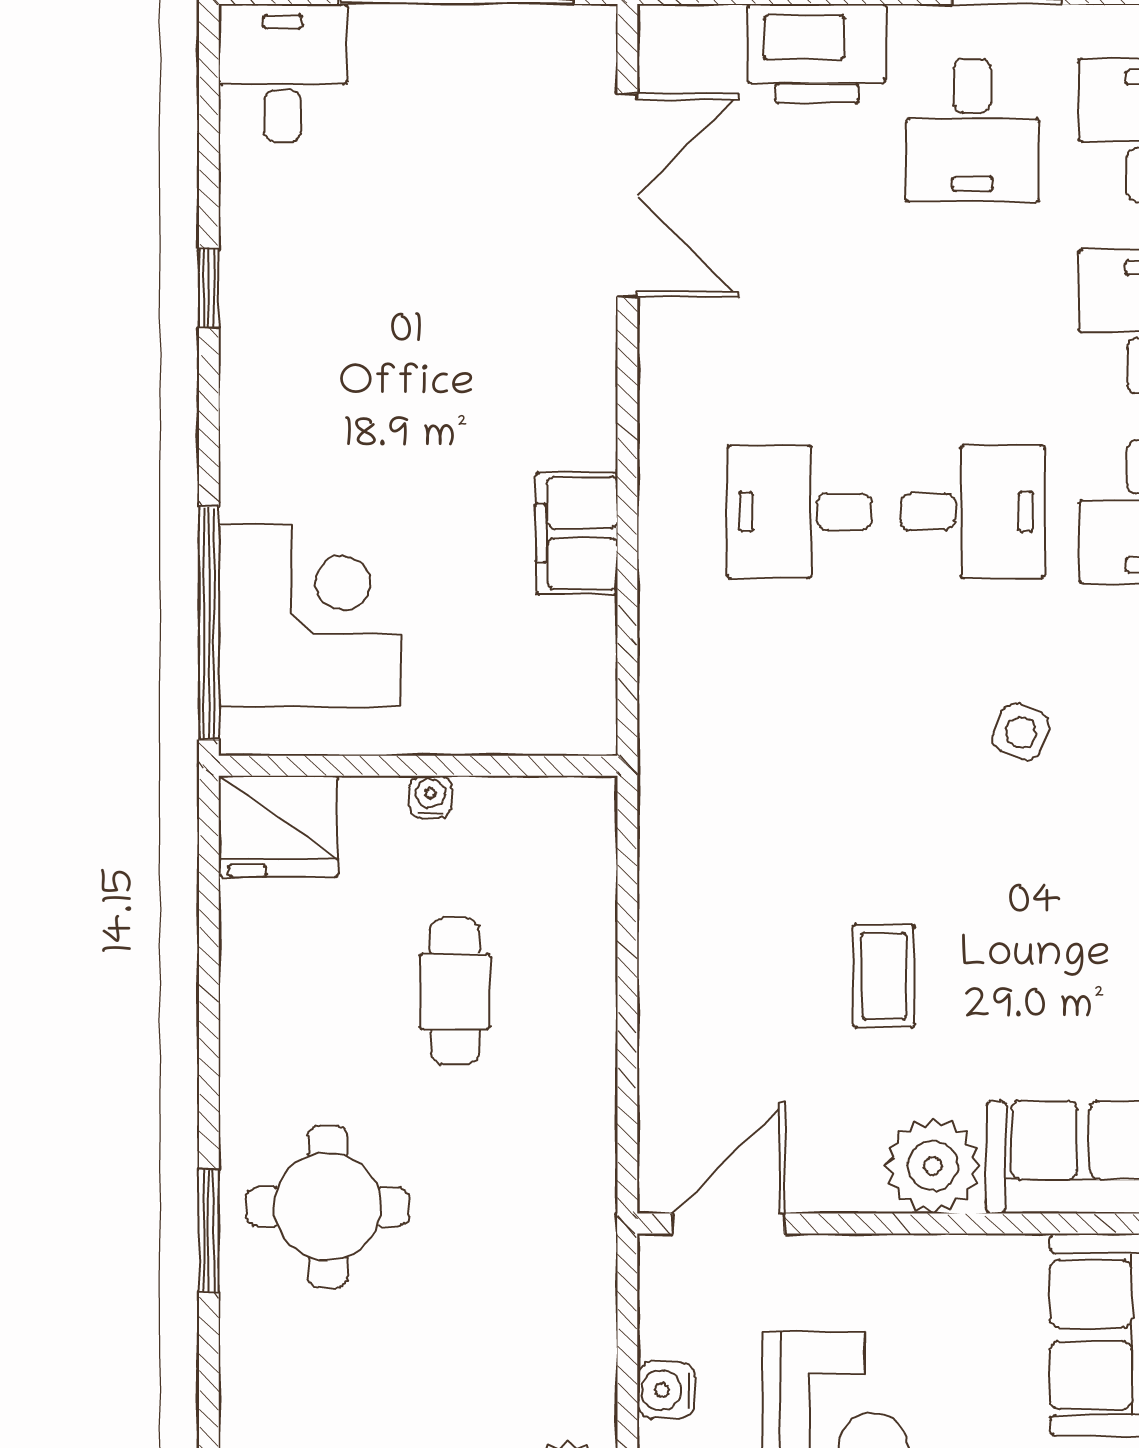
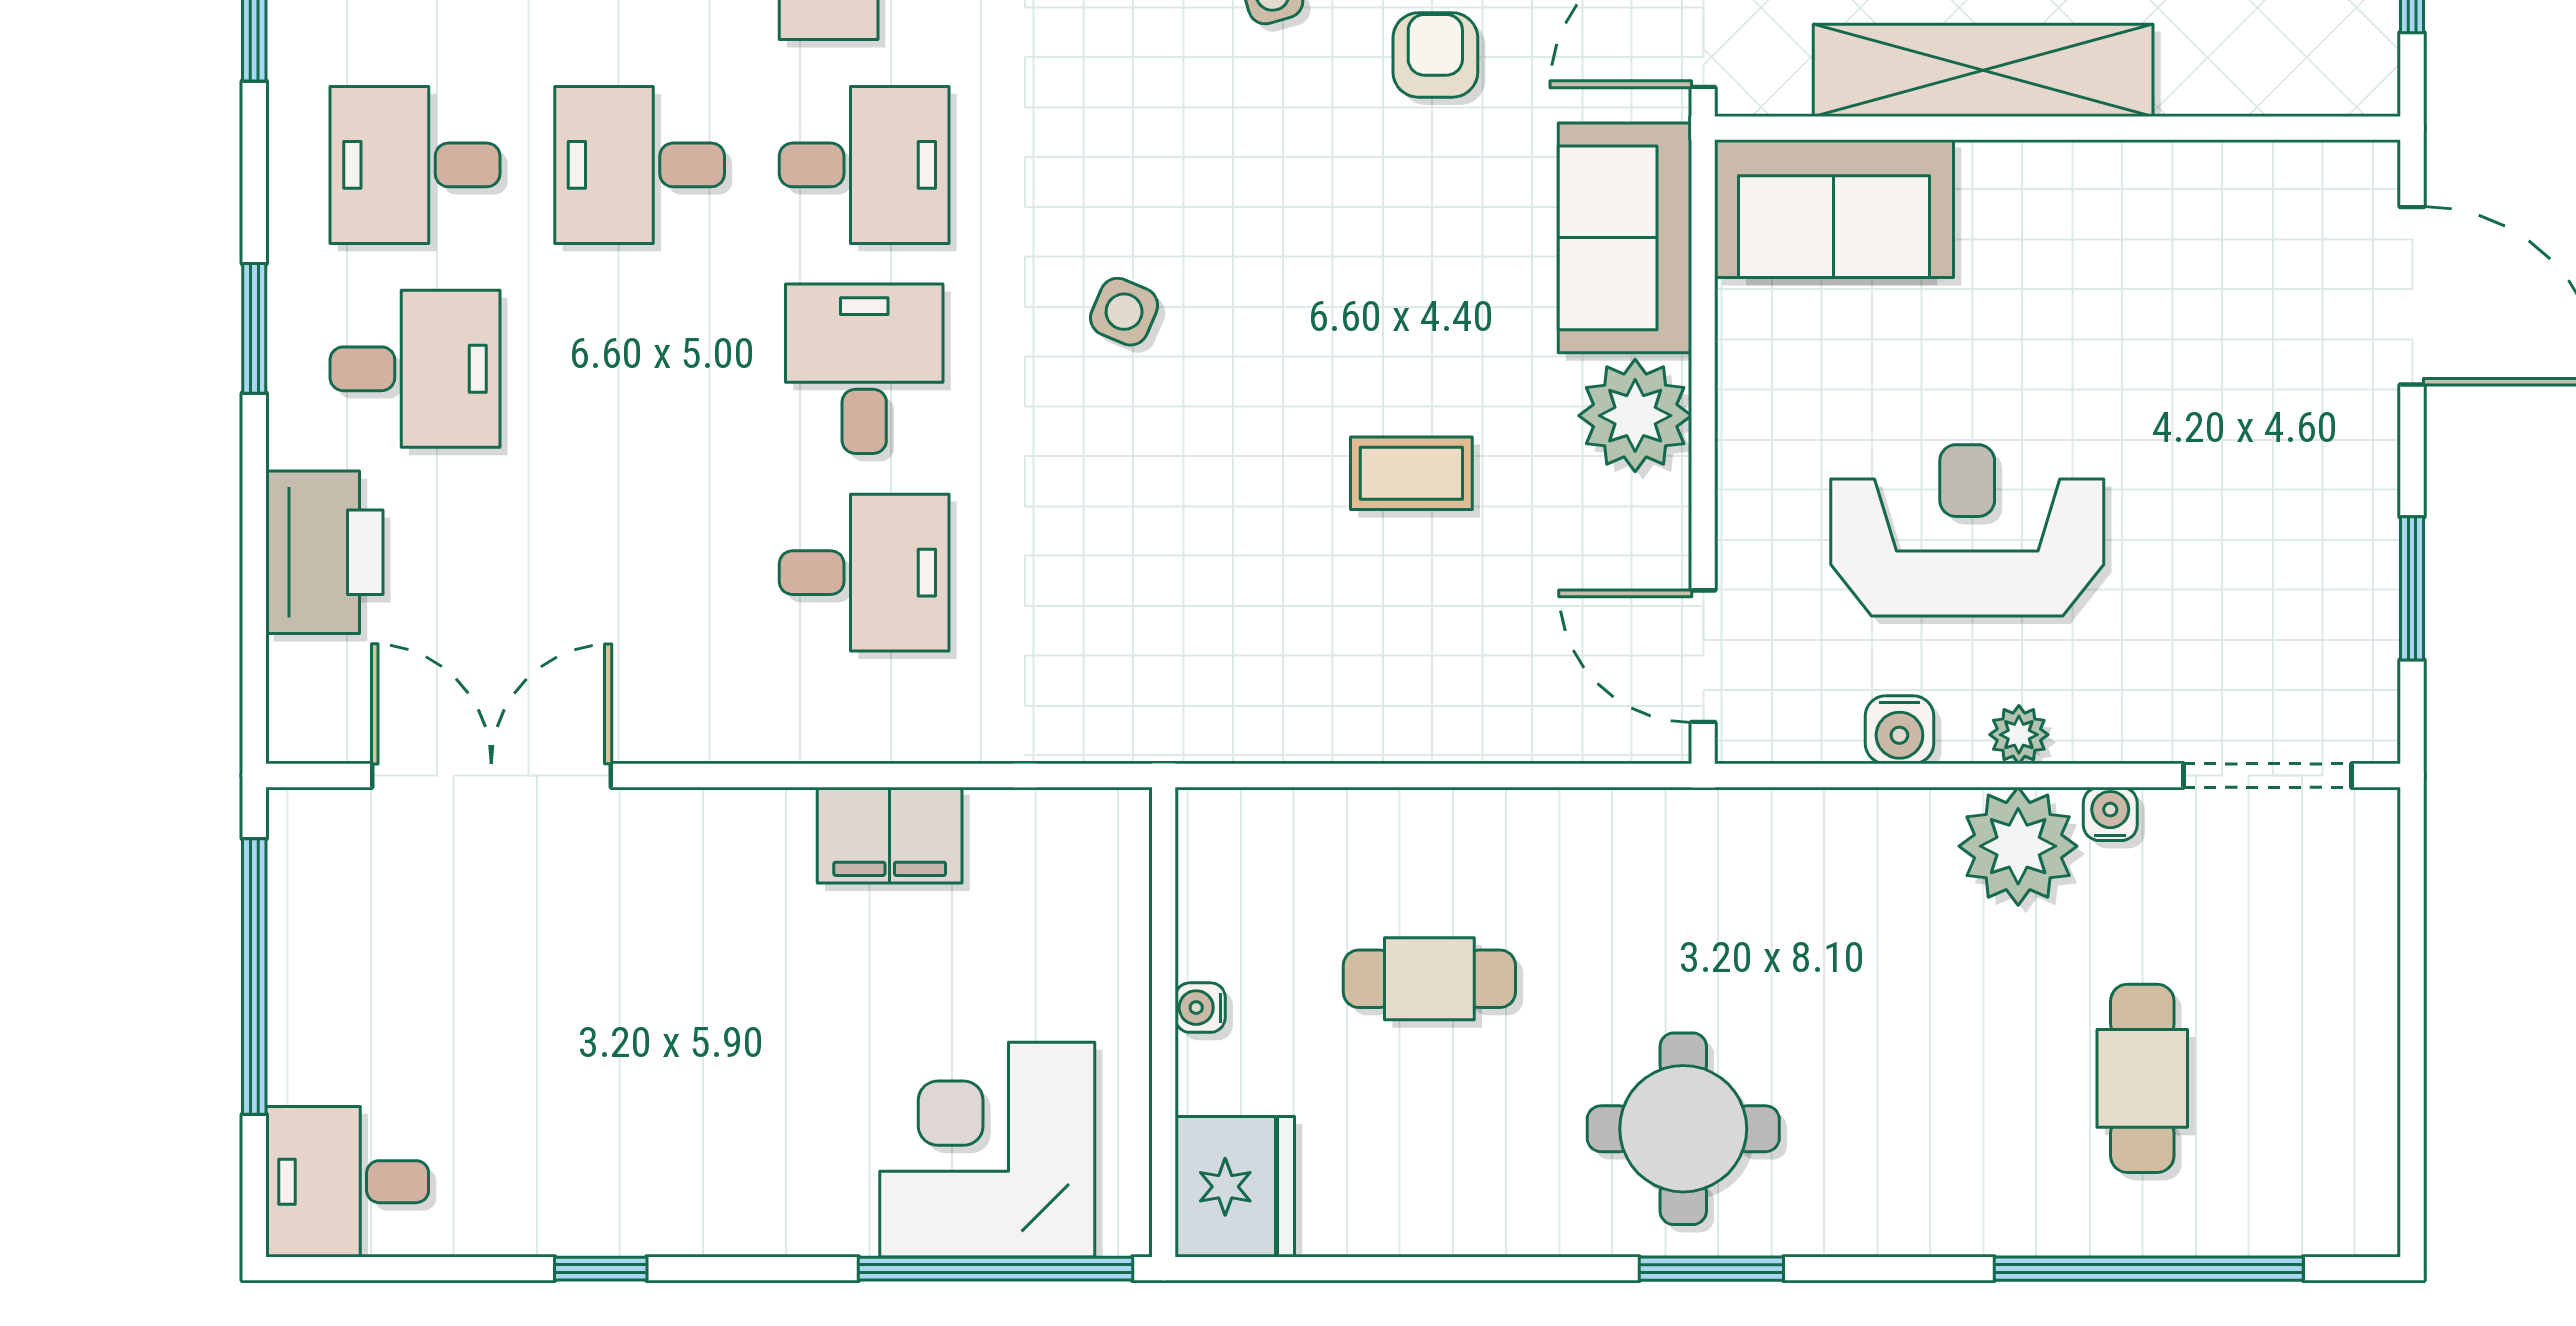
desk: (800, 512) -> (864, 573), turned -90

